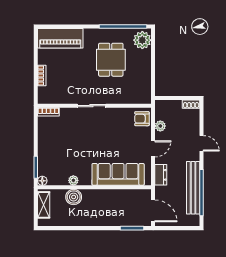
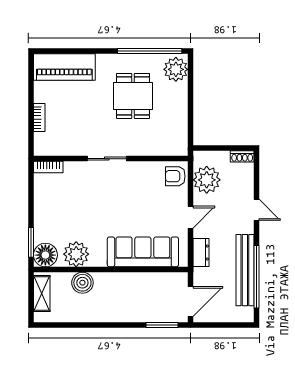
plant: (160, 126) -> (207, 180), width x1.88, depth x1.88
plant: (73, 180) -> (76, 254), width x1.88, depth x1.88
floor lamp: (42, 181) -> (45, 255), width x1.89, depth x1.89
door: (153, 211) -> (191, 302), hinge flipped

